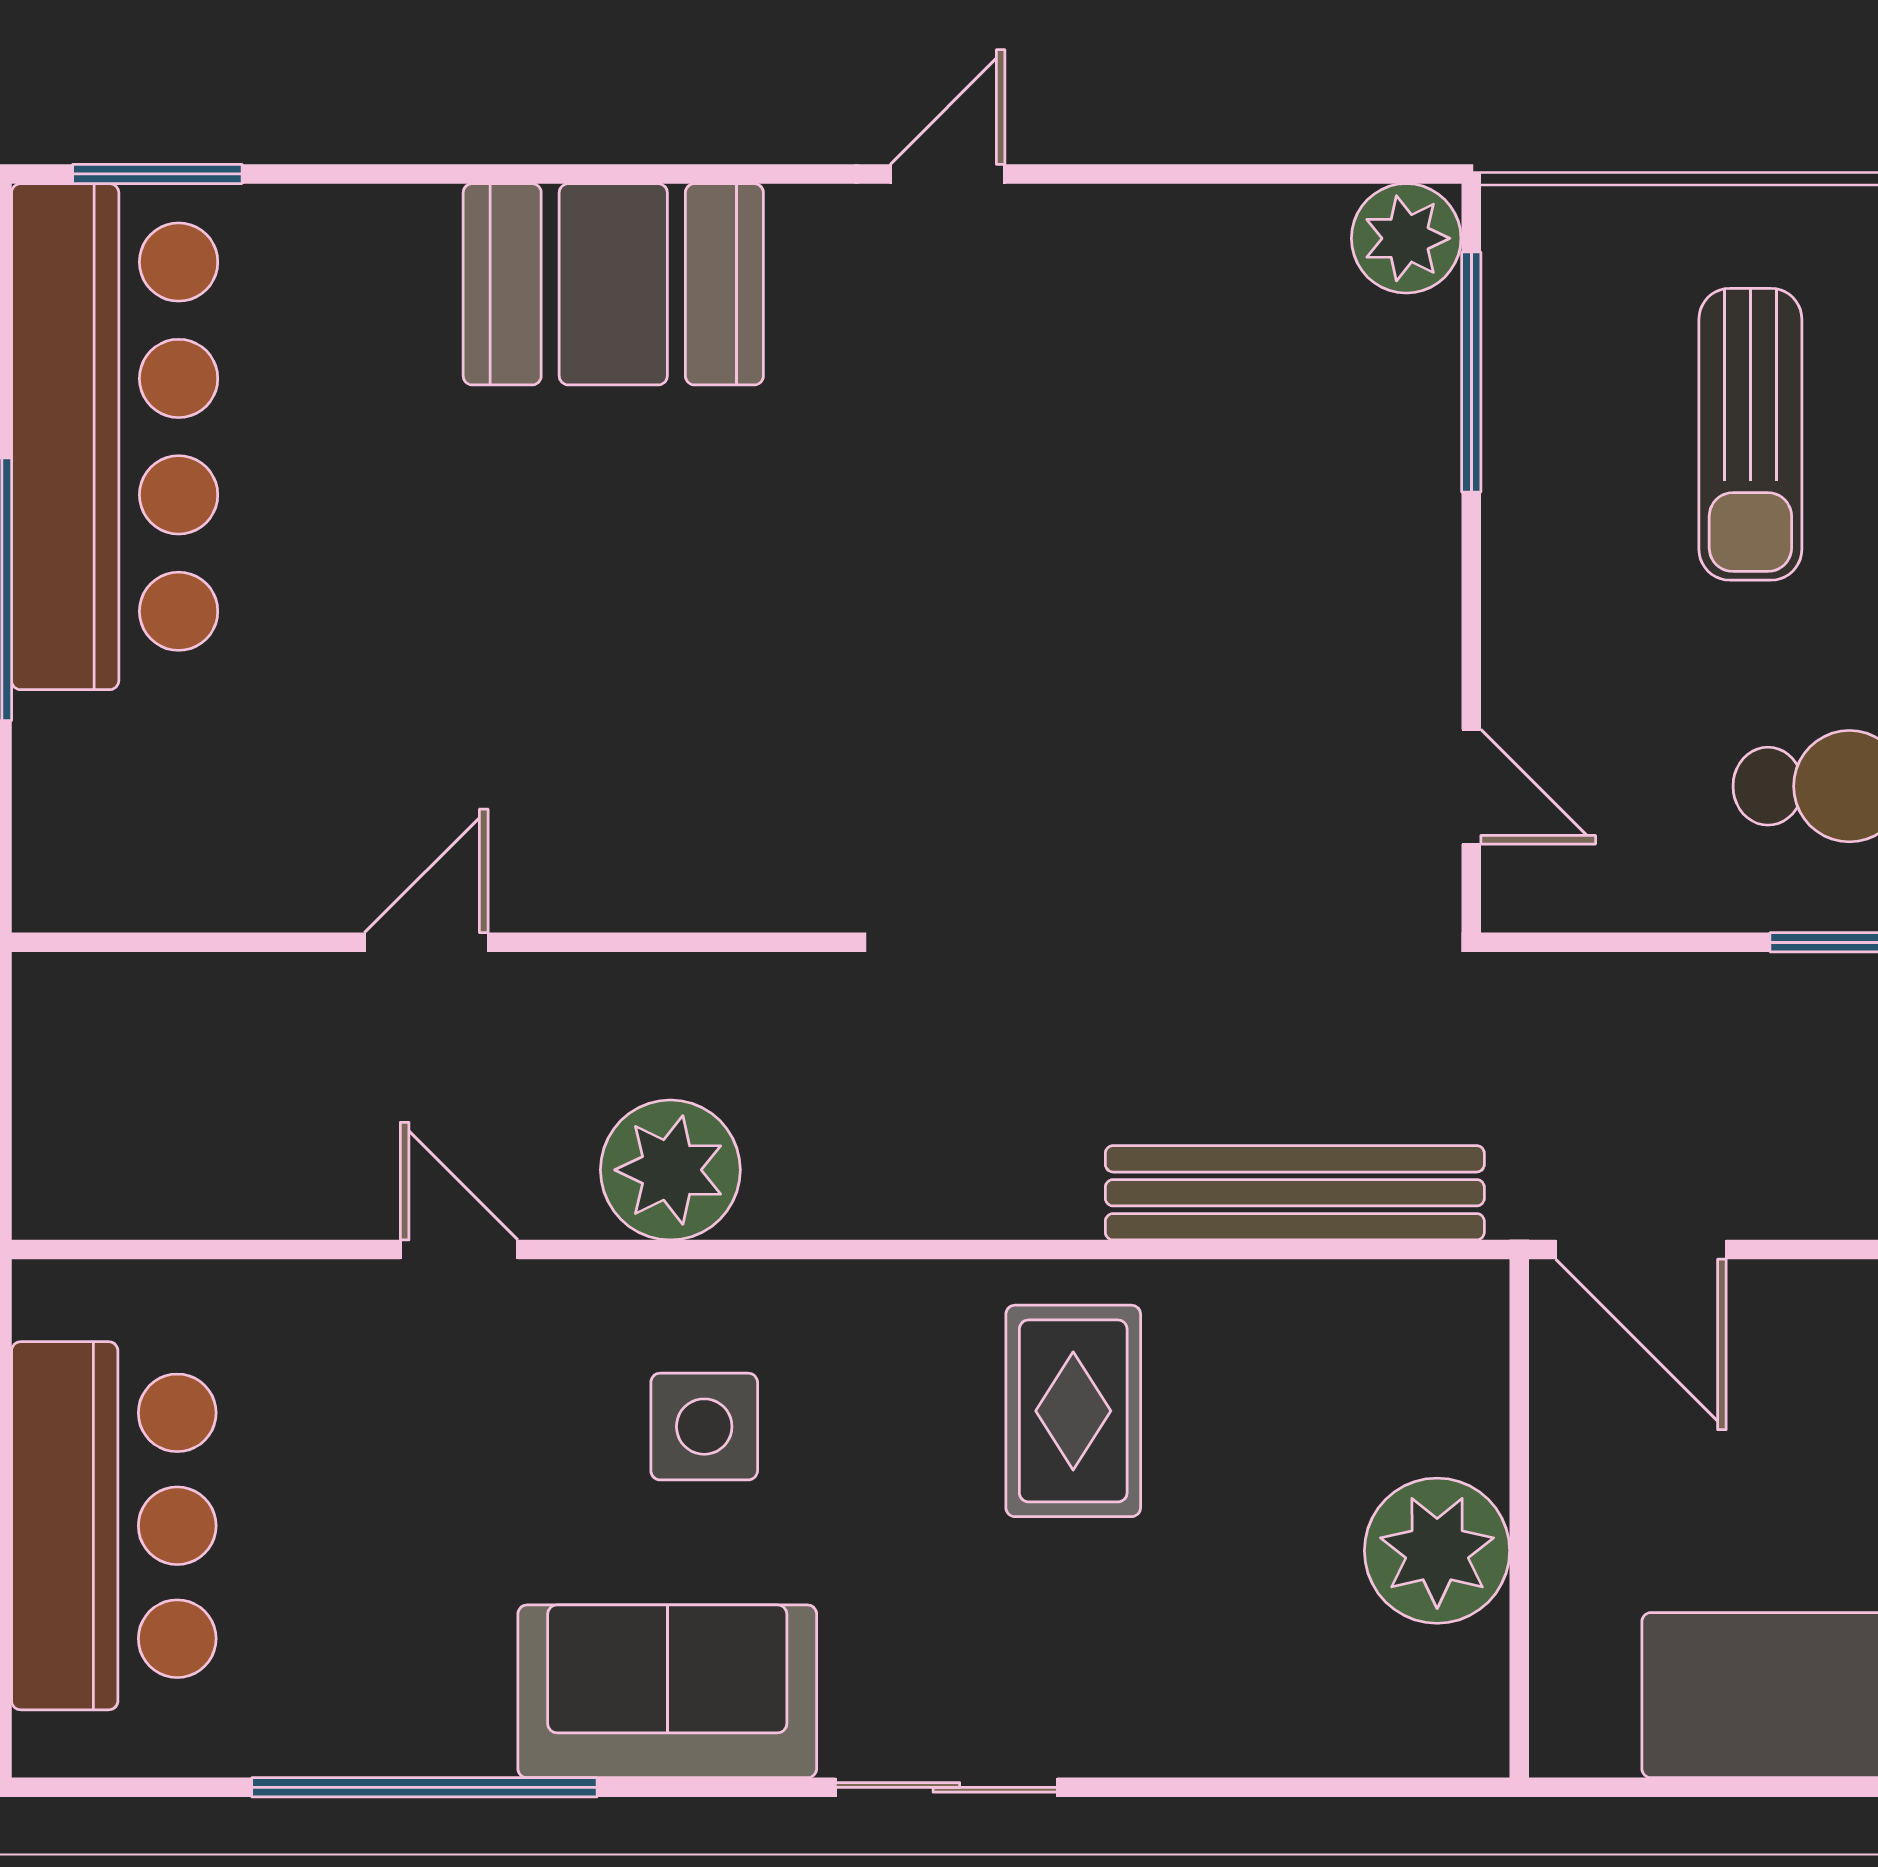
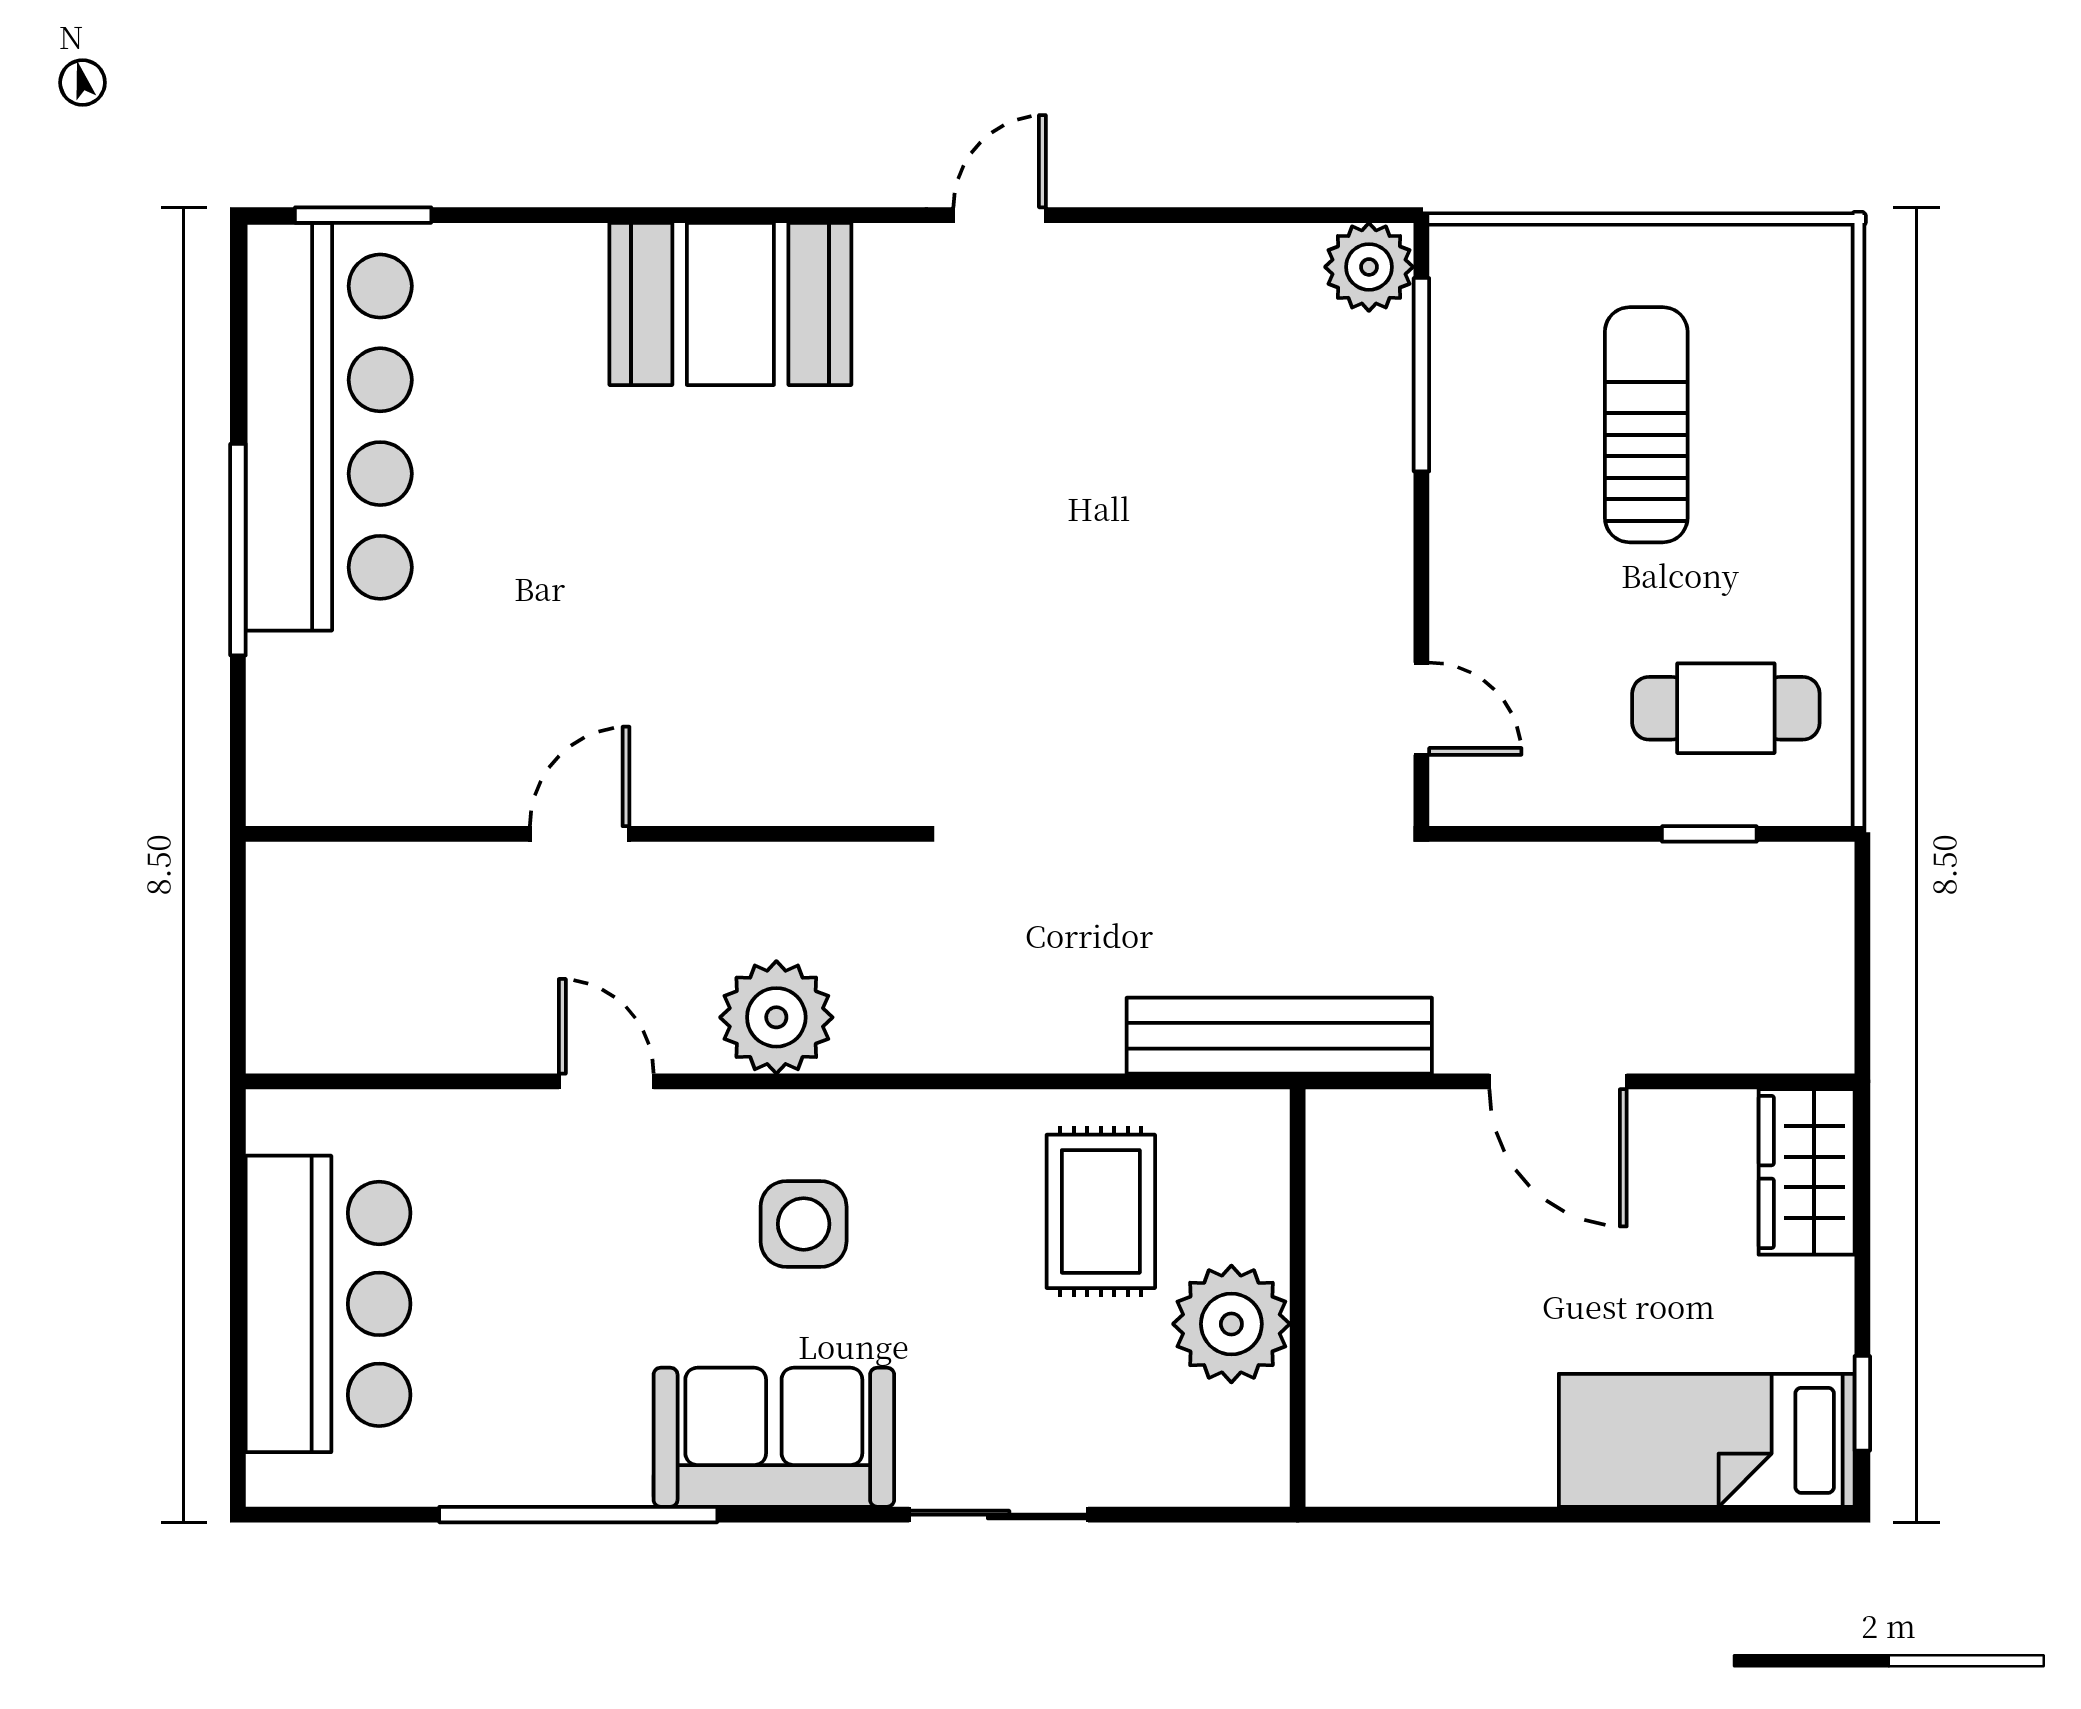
sun lounger: (1750, 434) -> (1646, 425), turned 180
wall: (1519, 1518) -> (1298, 1298), moved
plant: (1437, 1551) -> (1231, 1324), moved

